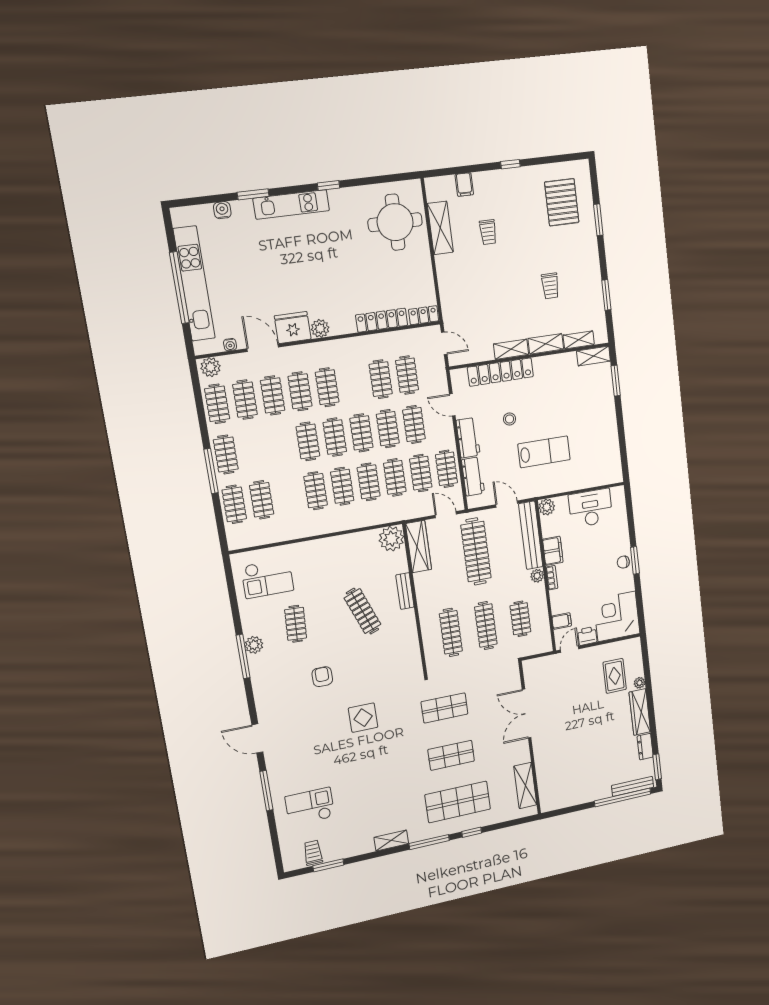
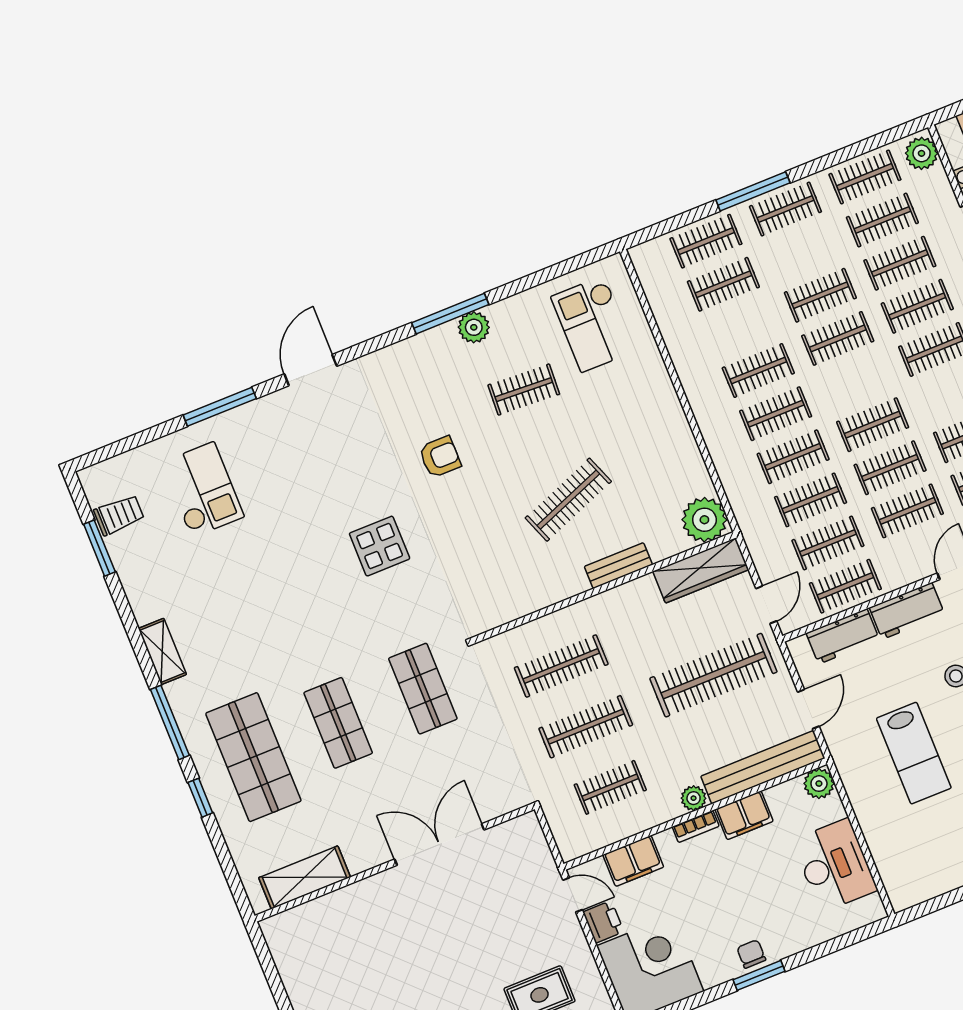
clothes rail: (335, 437) -> (820, 295), moved
filing cabinet: (562, 621) -> (633, 861), width x2.00

